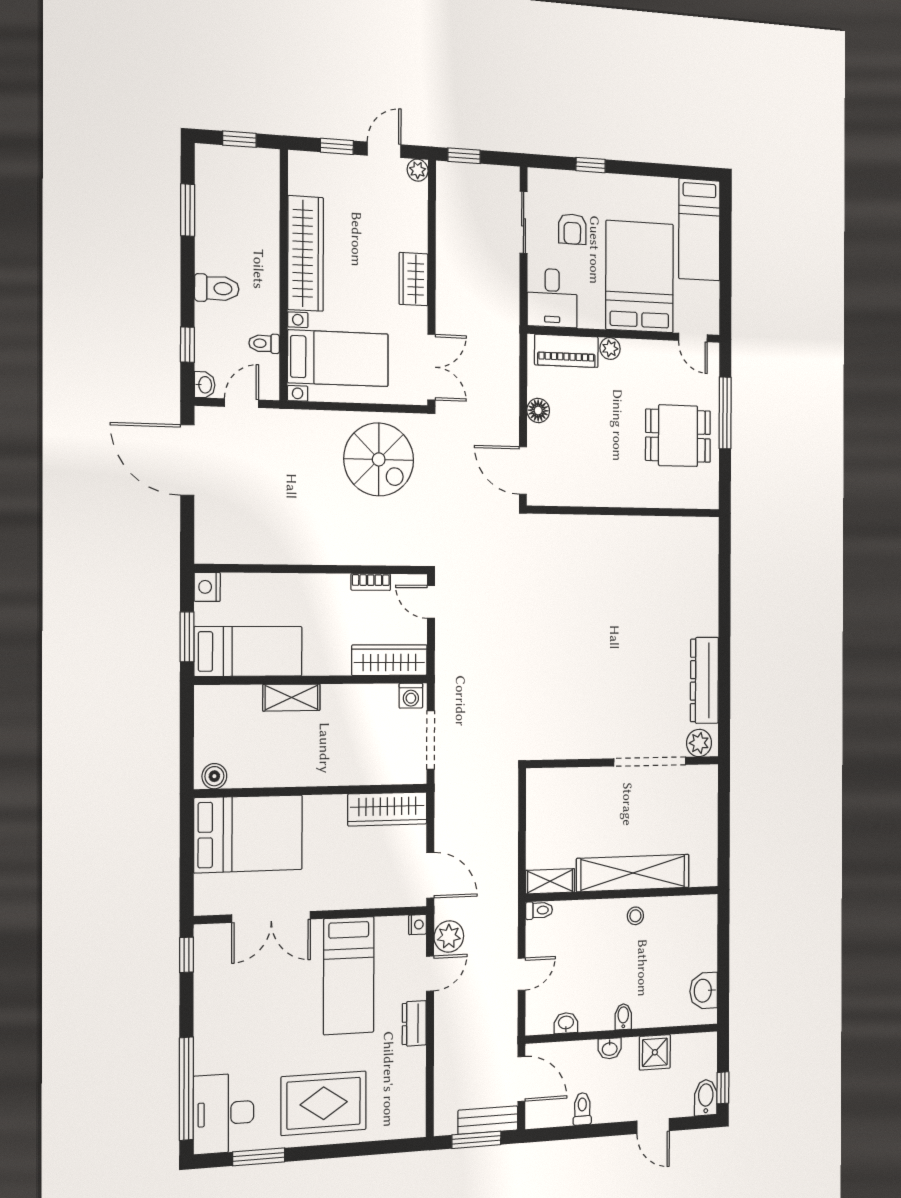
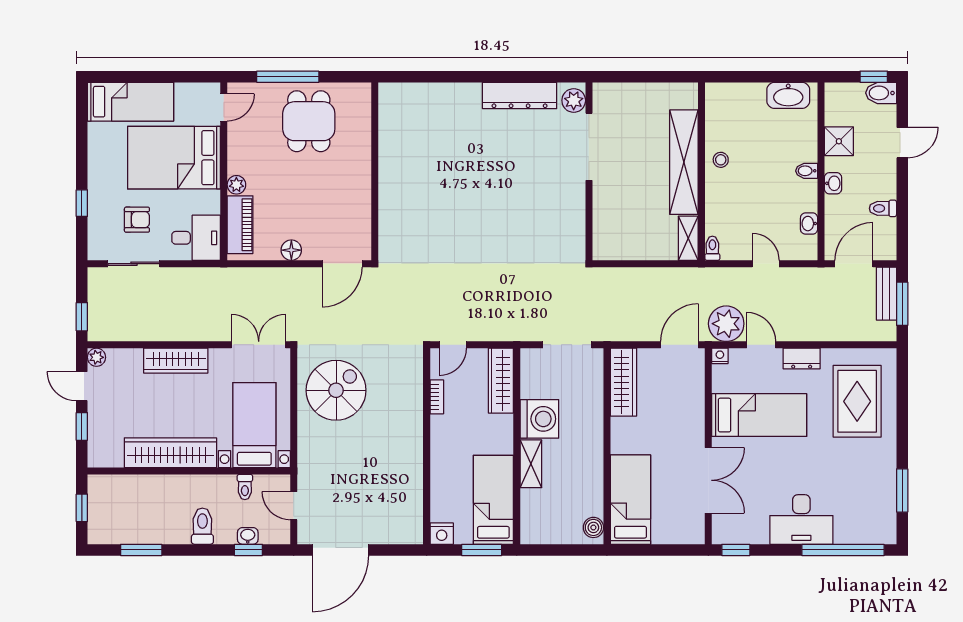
wardrobe: (413, 279) -> (176, 361), width x1.50
washbasin: (205, 385) -> (248, 536), moved
washing machine: (411, 696) -> (539, 419), moved, width x1.89, depth x1.89
bed: (248, 834) -> (630, 500), width x0.67
plant: (449, 936) -> (726, 324), width x1.36, depth x1.36
washbasin: (704, 991) -> (788, 95), width x1.38
rug: (324, 1103) -> (857, 401), moved
desk: (224, 1114) -> (801, 519), moved

